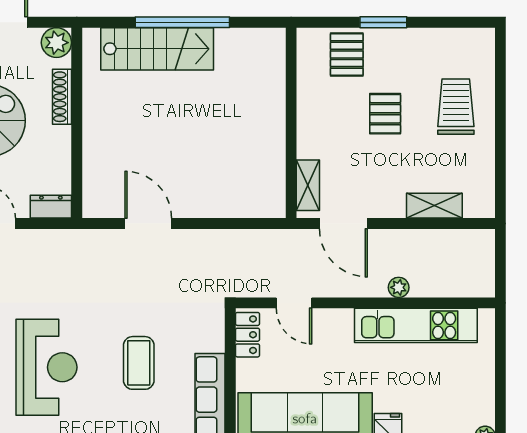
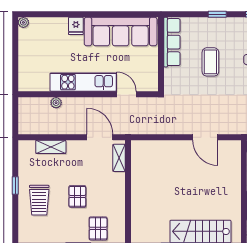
window: (500, 134) -> (15, 185), added
plant: (399, 287) -> (56, 103), moved
kitchen unit: (416, 325) -> (83, 82), moved
locker: (248, 335) -> (152, 77), removed

